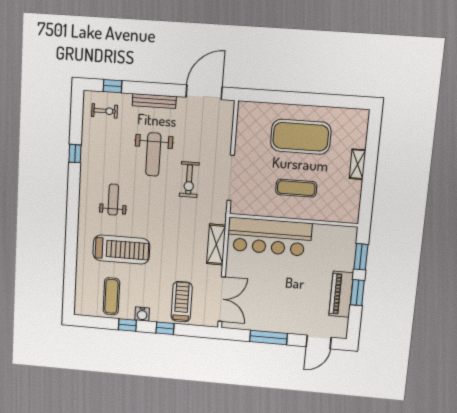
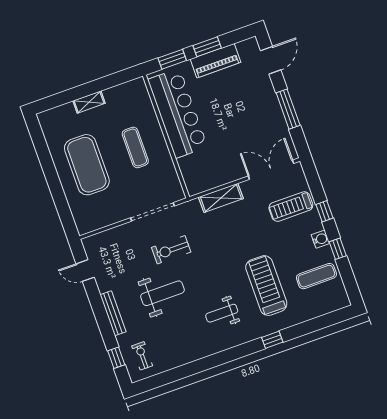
door: (204, 92) -> (85, 271), width x0.53
window: (75, 154) -> (272, 340), moved
exercise bike: (189, 180) -> (171, 250), turned 180
bar counter: (269, 237) -> (178, 113), moved
door: (319, 342) -> (271, 60), hinge flipped

